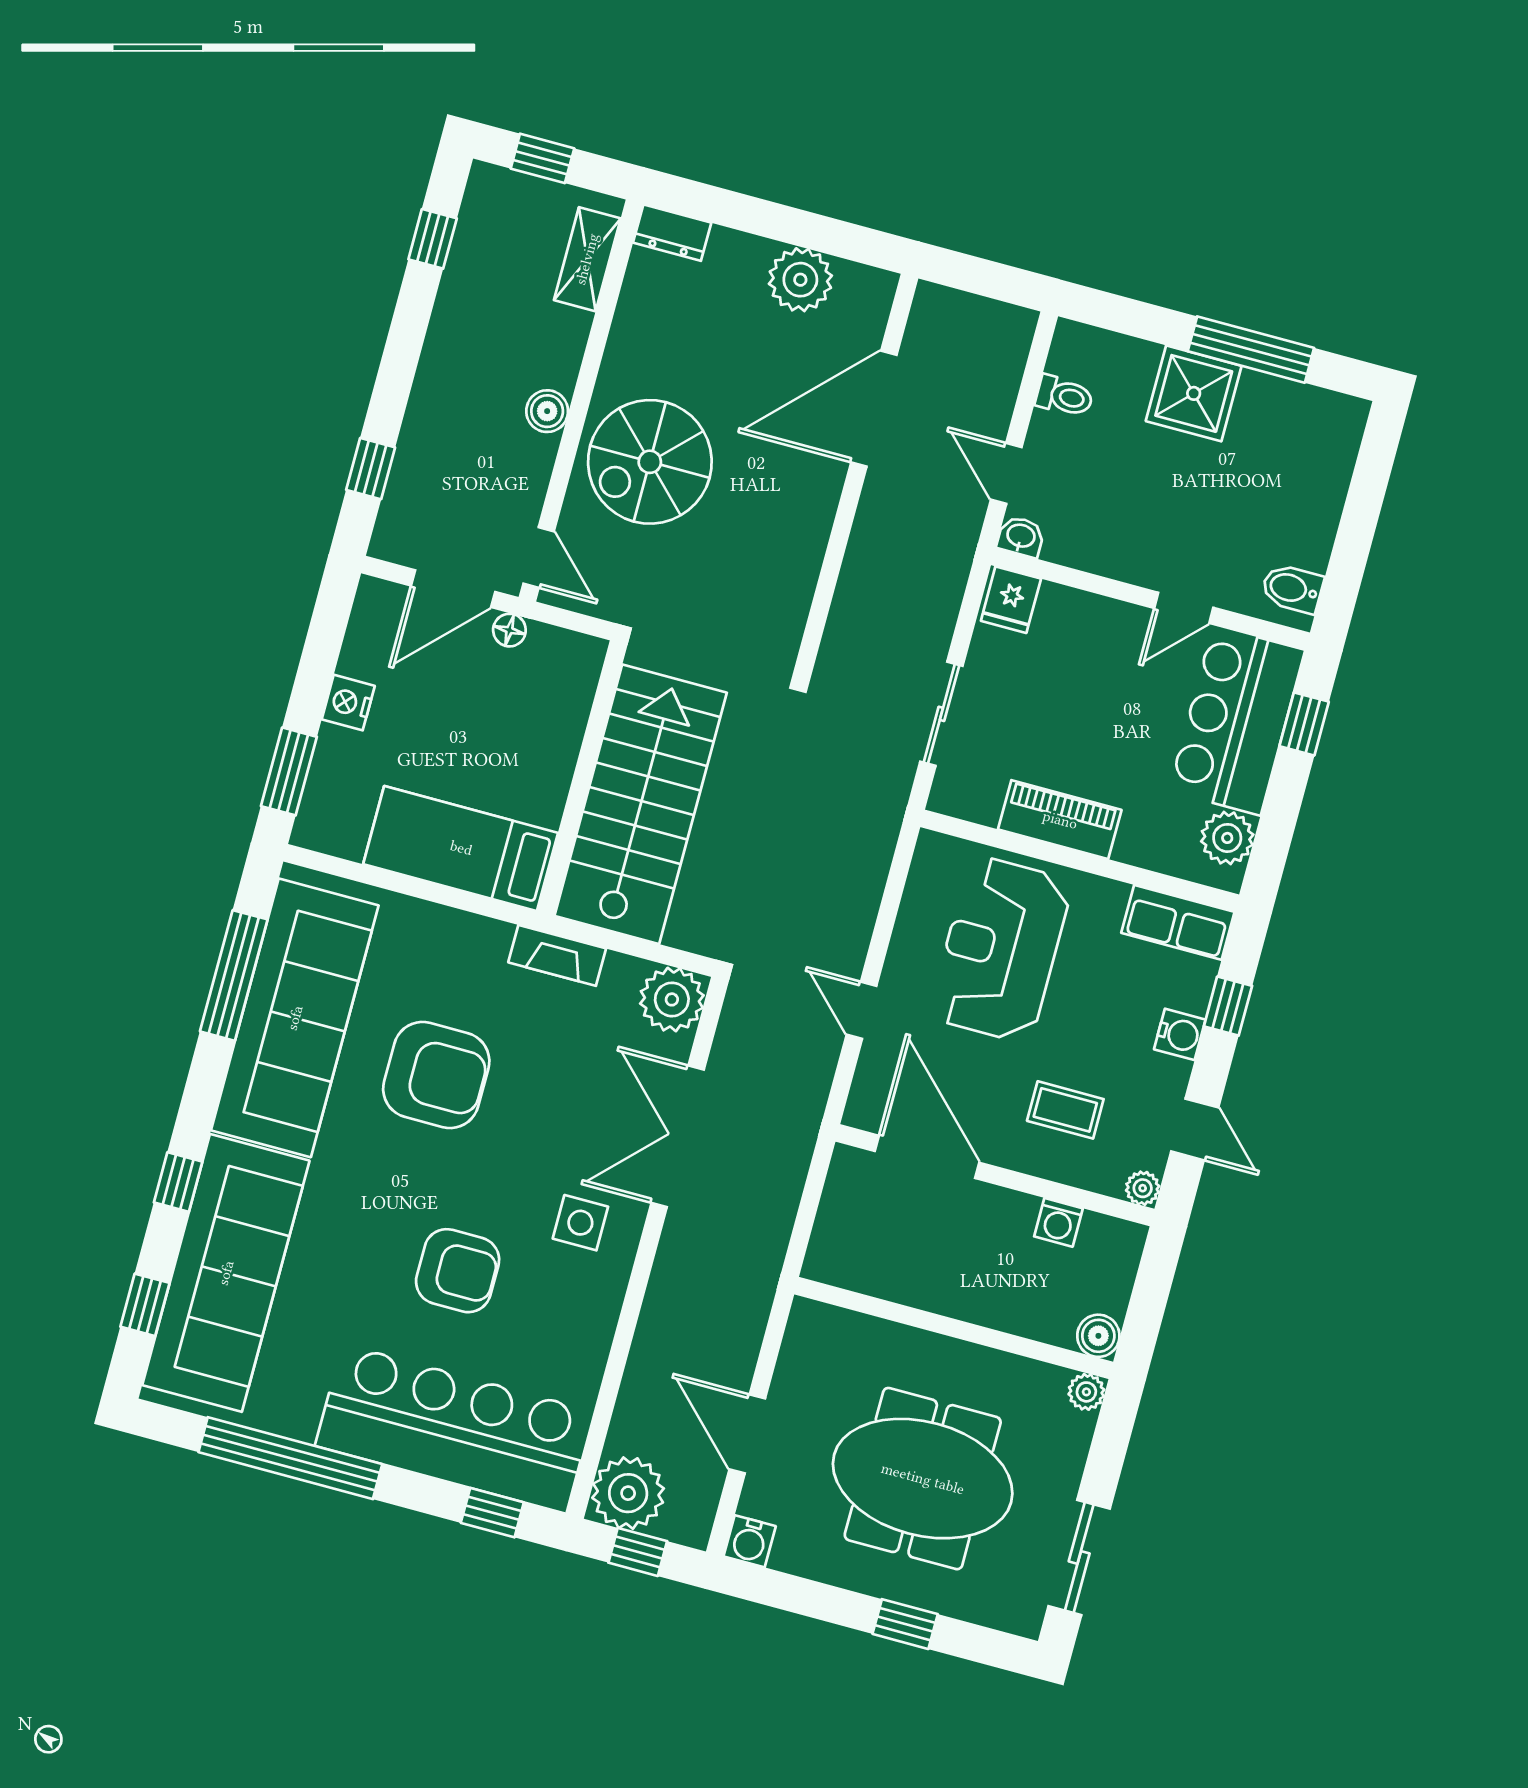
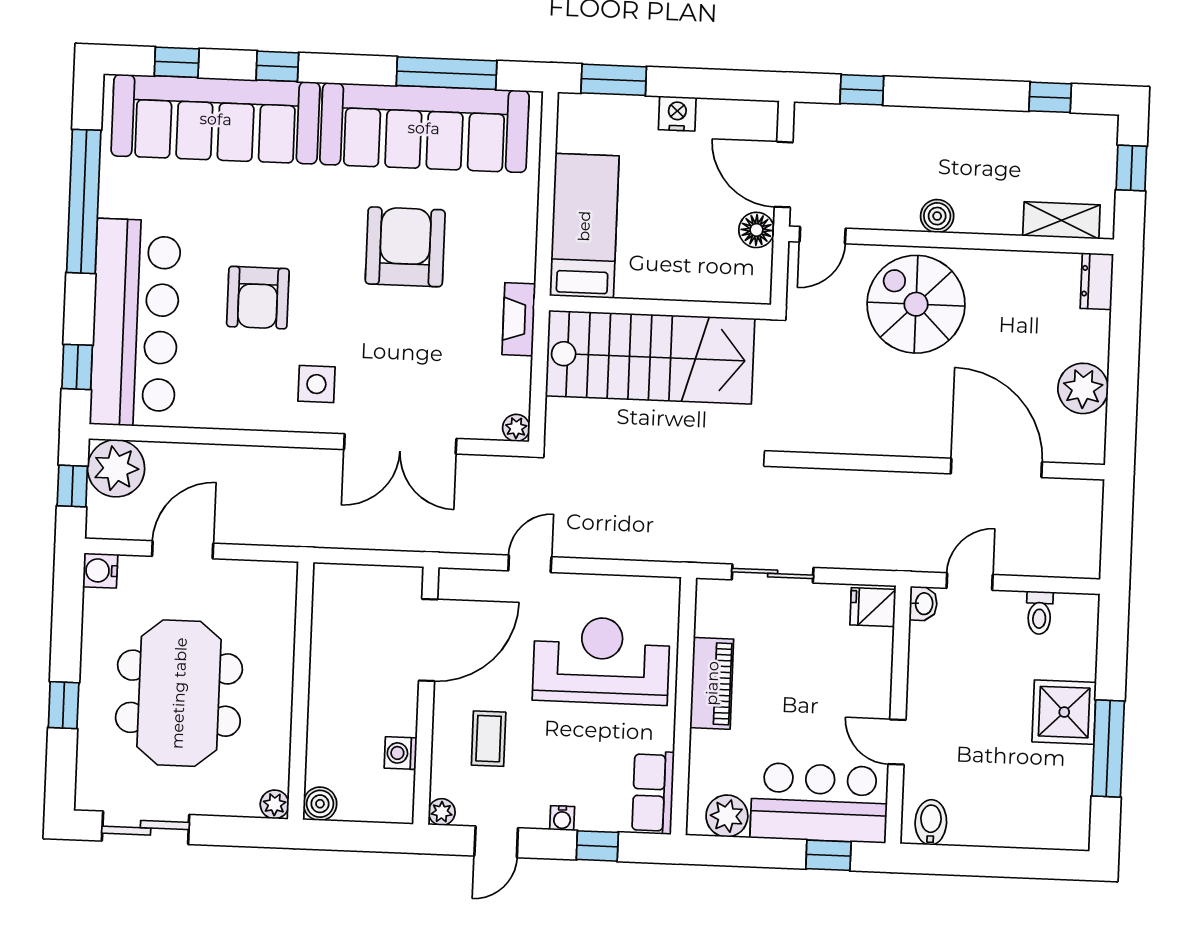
floor lamp: (509, 630) -> (756, 230), width x1.37, depth x1.37
plant: (672, 999) -> (516, 428), width x0.53, depth x0.53
water cooler: (1180, 1034) -> (562, 818), width x0.72, depth x0.72
armchair: (436, 1075) -> (405, 247), turned 180
double door: (678, 1136) -> (400, 444), swing flipped

